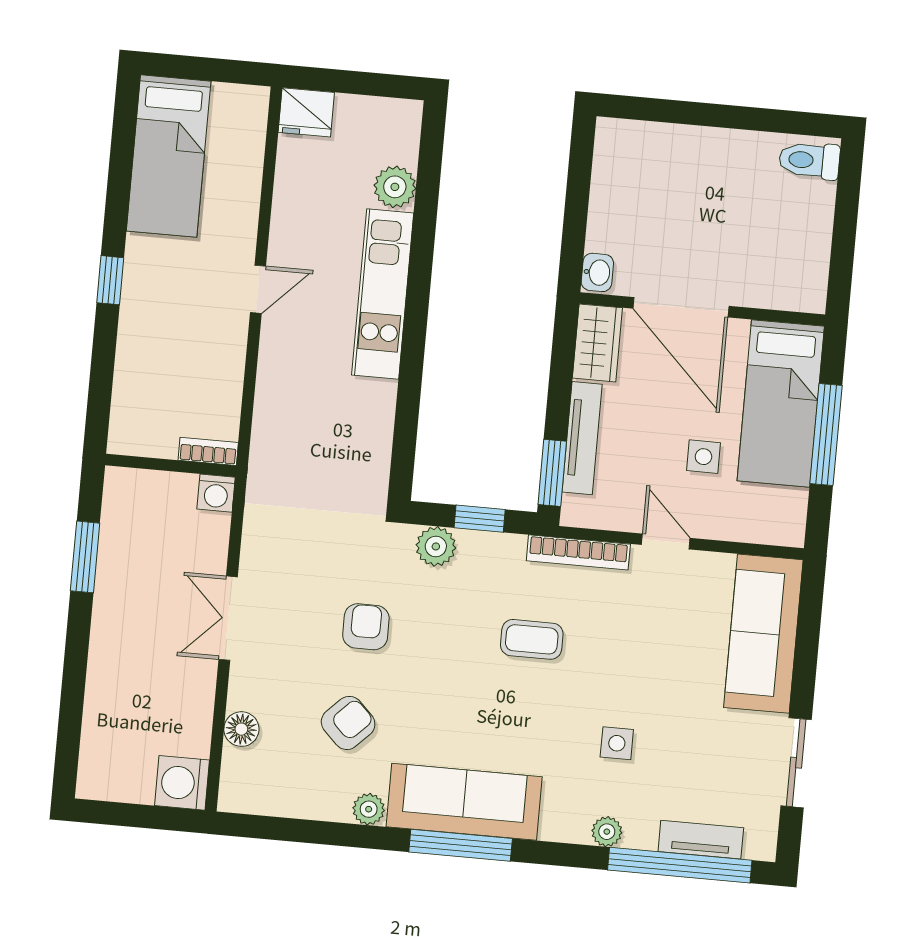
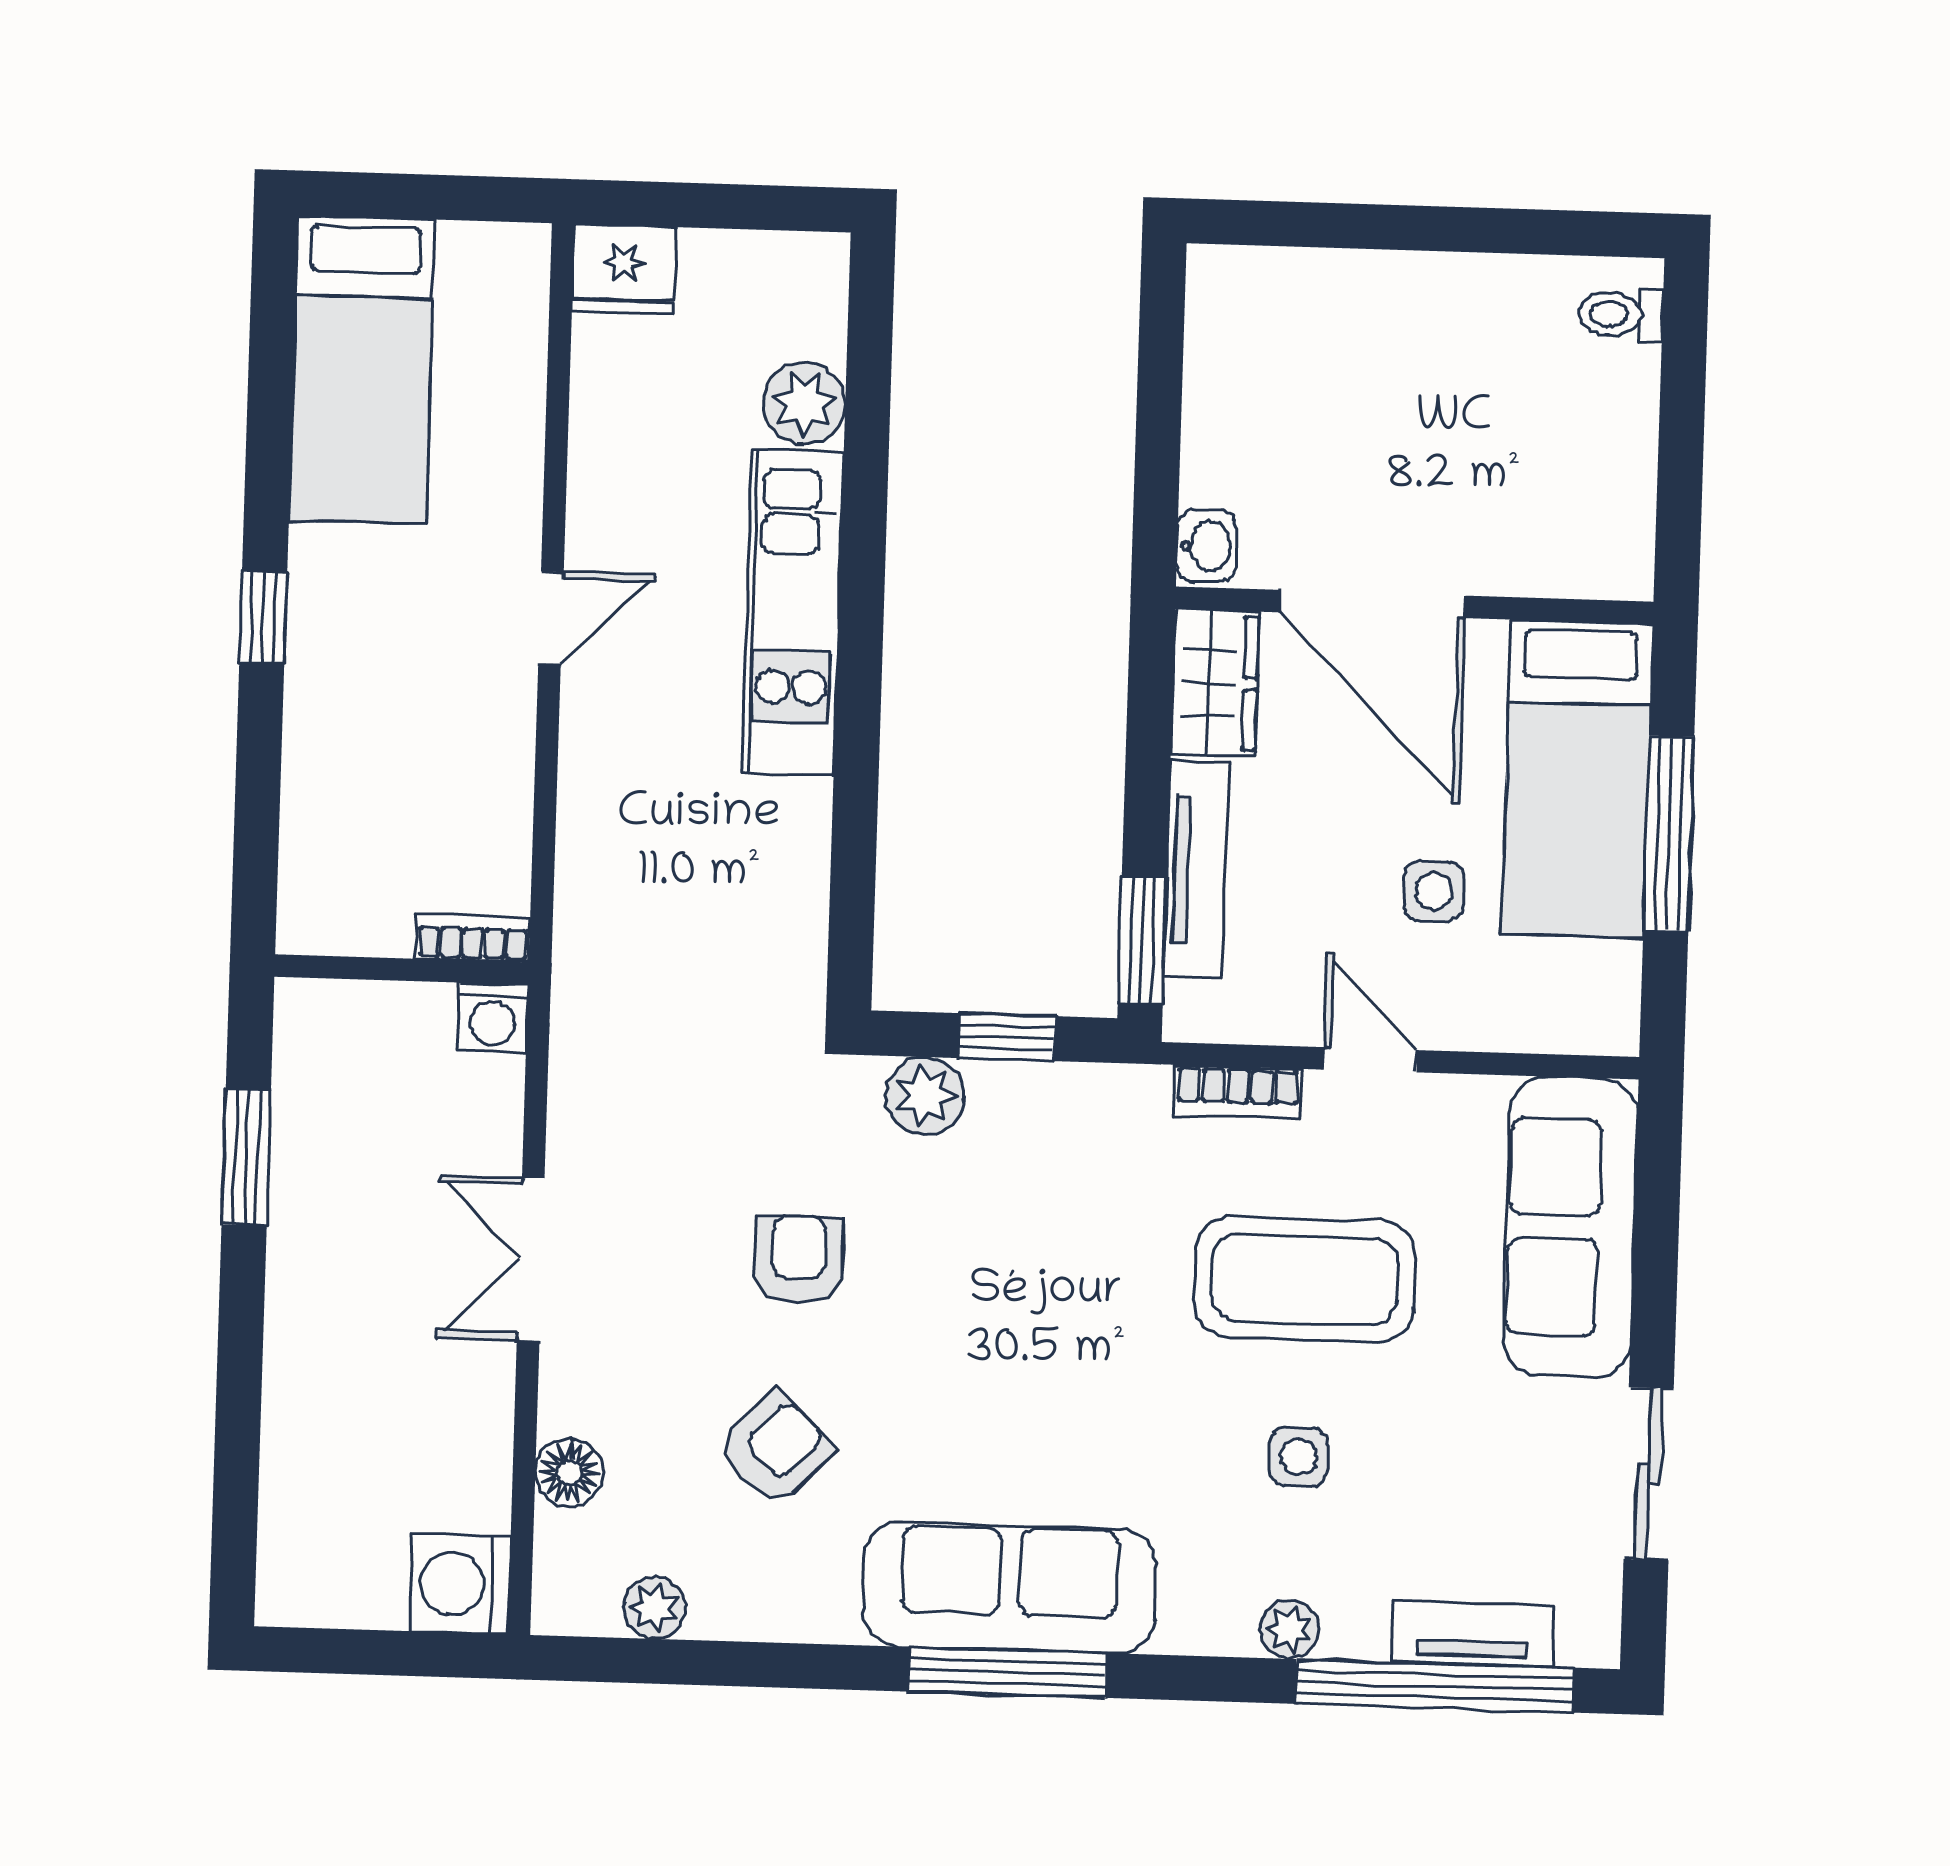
toilet: (809, 160) -> (1621, 314), width x0.73, depth x0.72
bookcase: (578, 552) -> (1238, 1092), width x0.64
coffee table: (532, 639) -> (1305, 1279), moved, width x1.86, depth x1.72
plant: (369, 809) -> (654, 1608), moved

